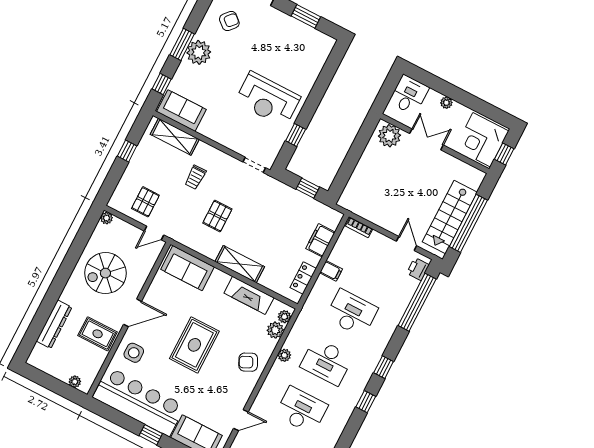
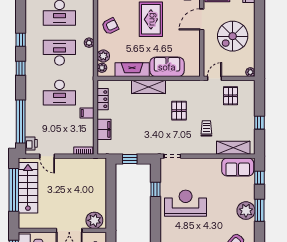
sofa: (187, 268) -> (167, 67), moved
spiral stairs: (105, 273) -> (233, 36), turned 180

